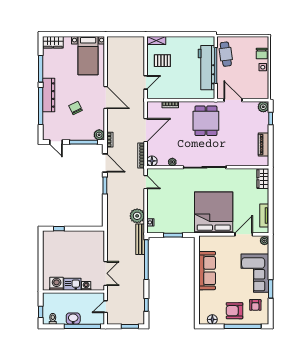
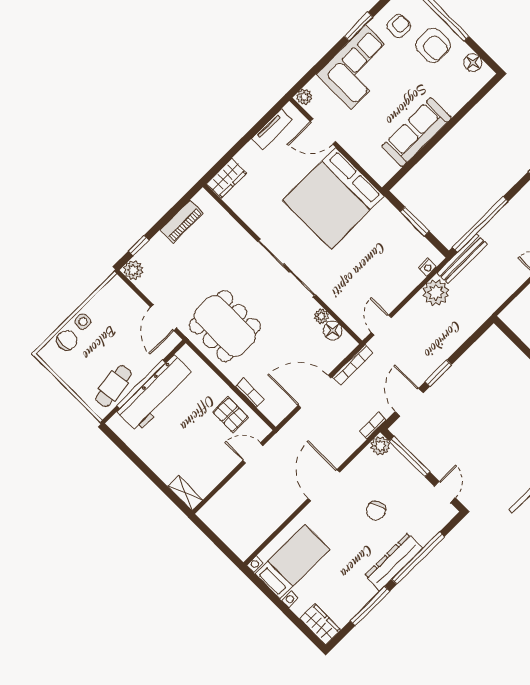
pallet: (162, 61) -> (230, 415), moved
dining table: (206, 121) -> (225, 326), width x1.38
floor lamp: (152, 161) -> (333, 331), moved

